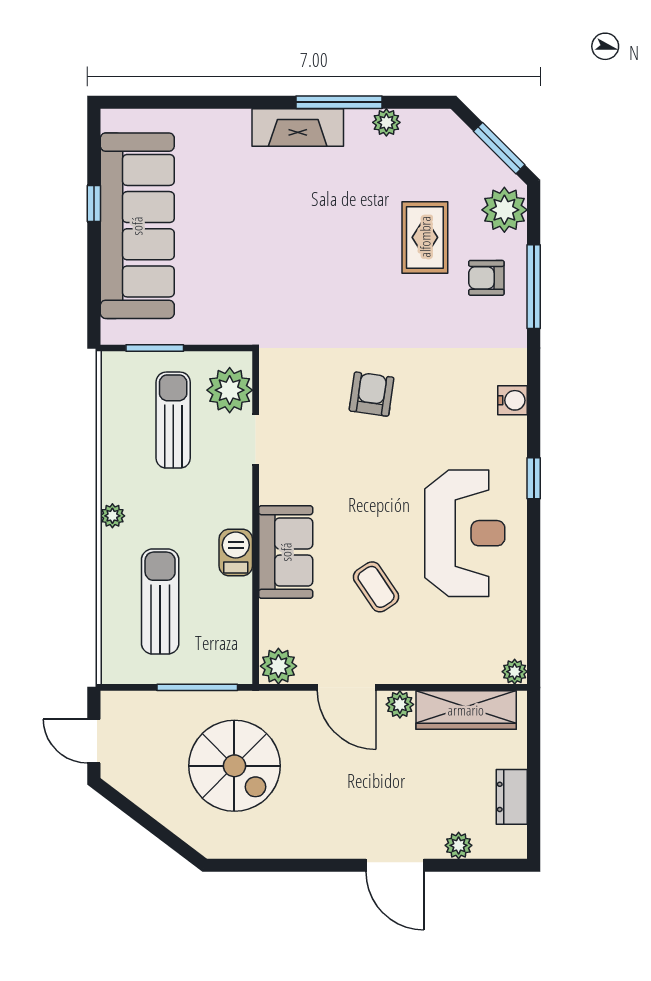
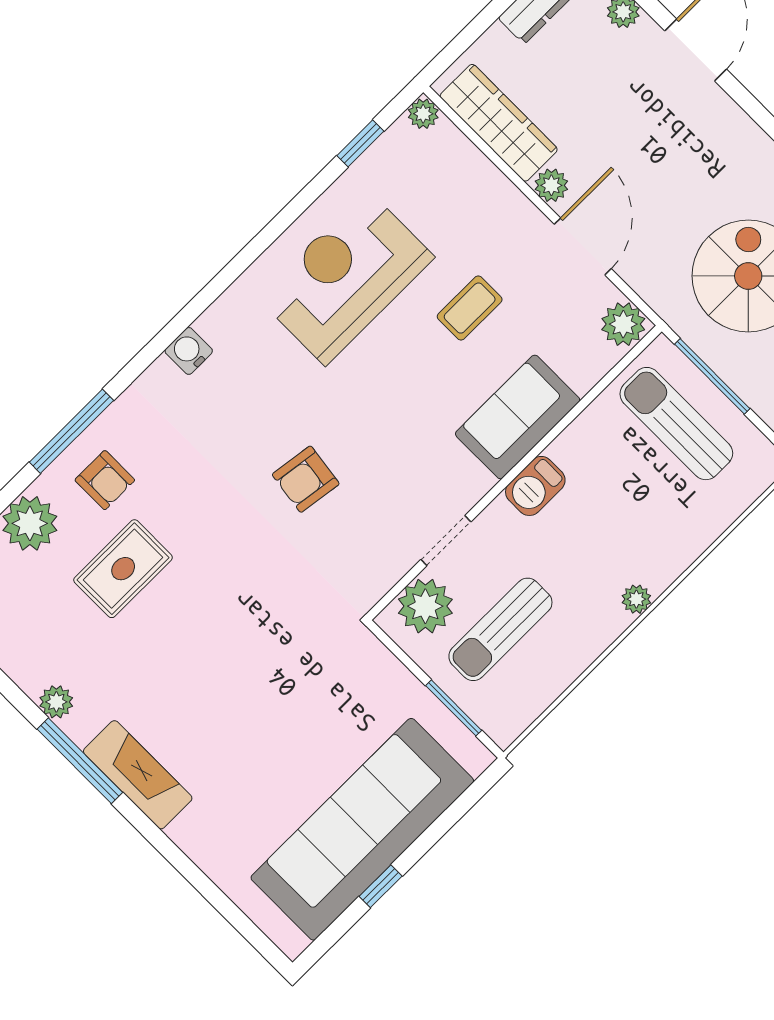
window: (534, 478) -> (360, 143), moved
barbecue: (236, 552) -> (535, 486), moved
coffee table: (376, 587) -> (470, 308), turned 34
sun lounger: (160, 602) -> (676, 424), moved, turned 90

